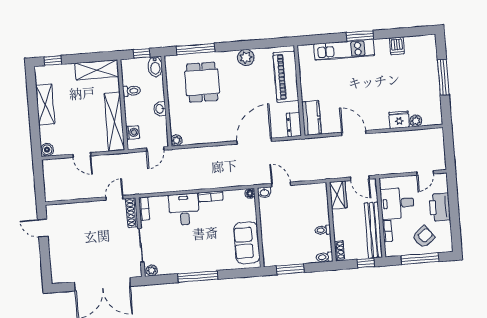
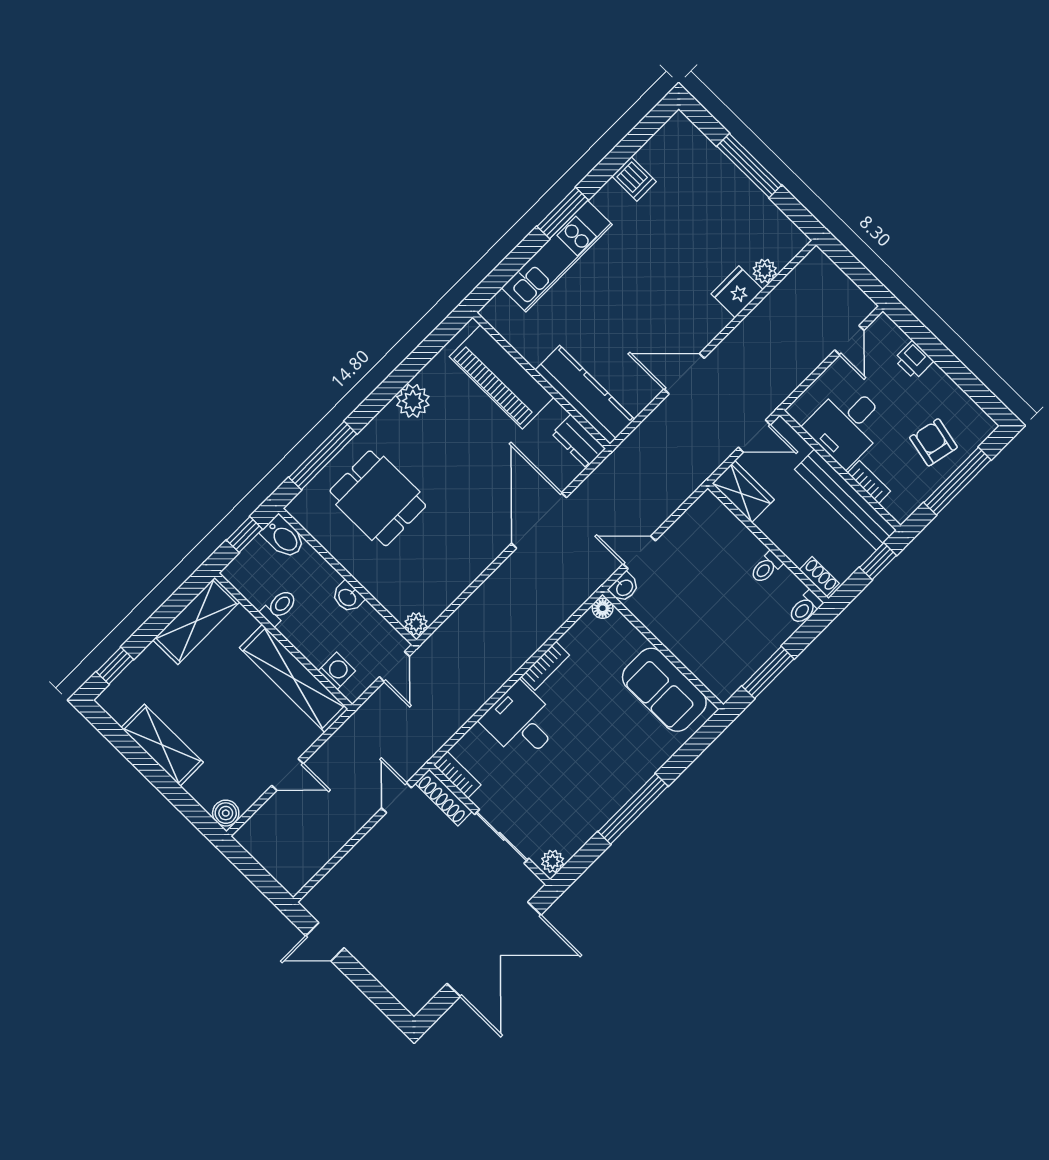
kitchen counter: (311, 118) -> (585, 395), width x1.50
printer: (440, 207) -> (914, 360), width x0.53, depth x0.68
armchair: (424, 237) -> (933, 442), turned -39

